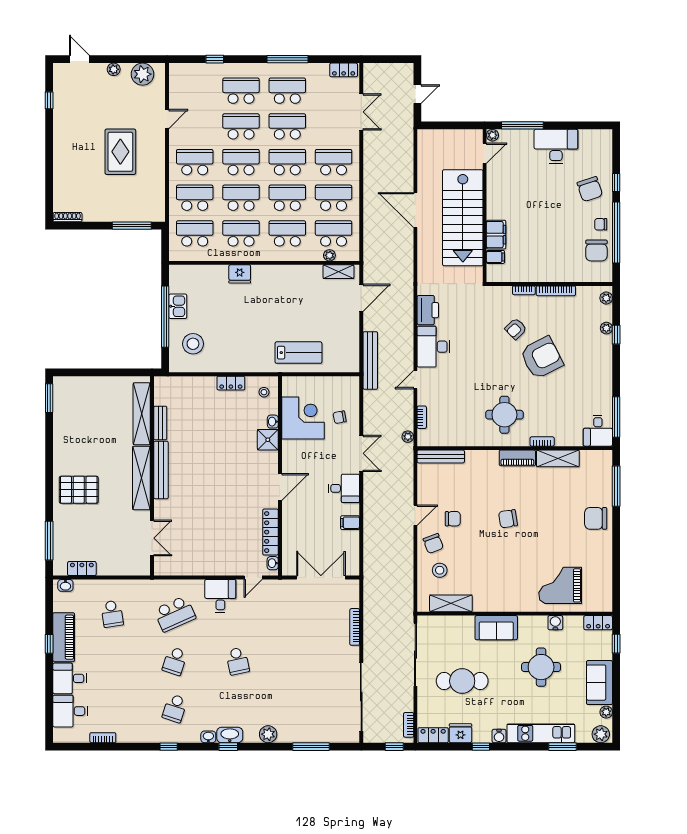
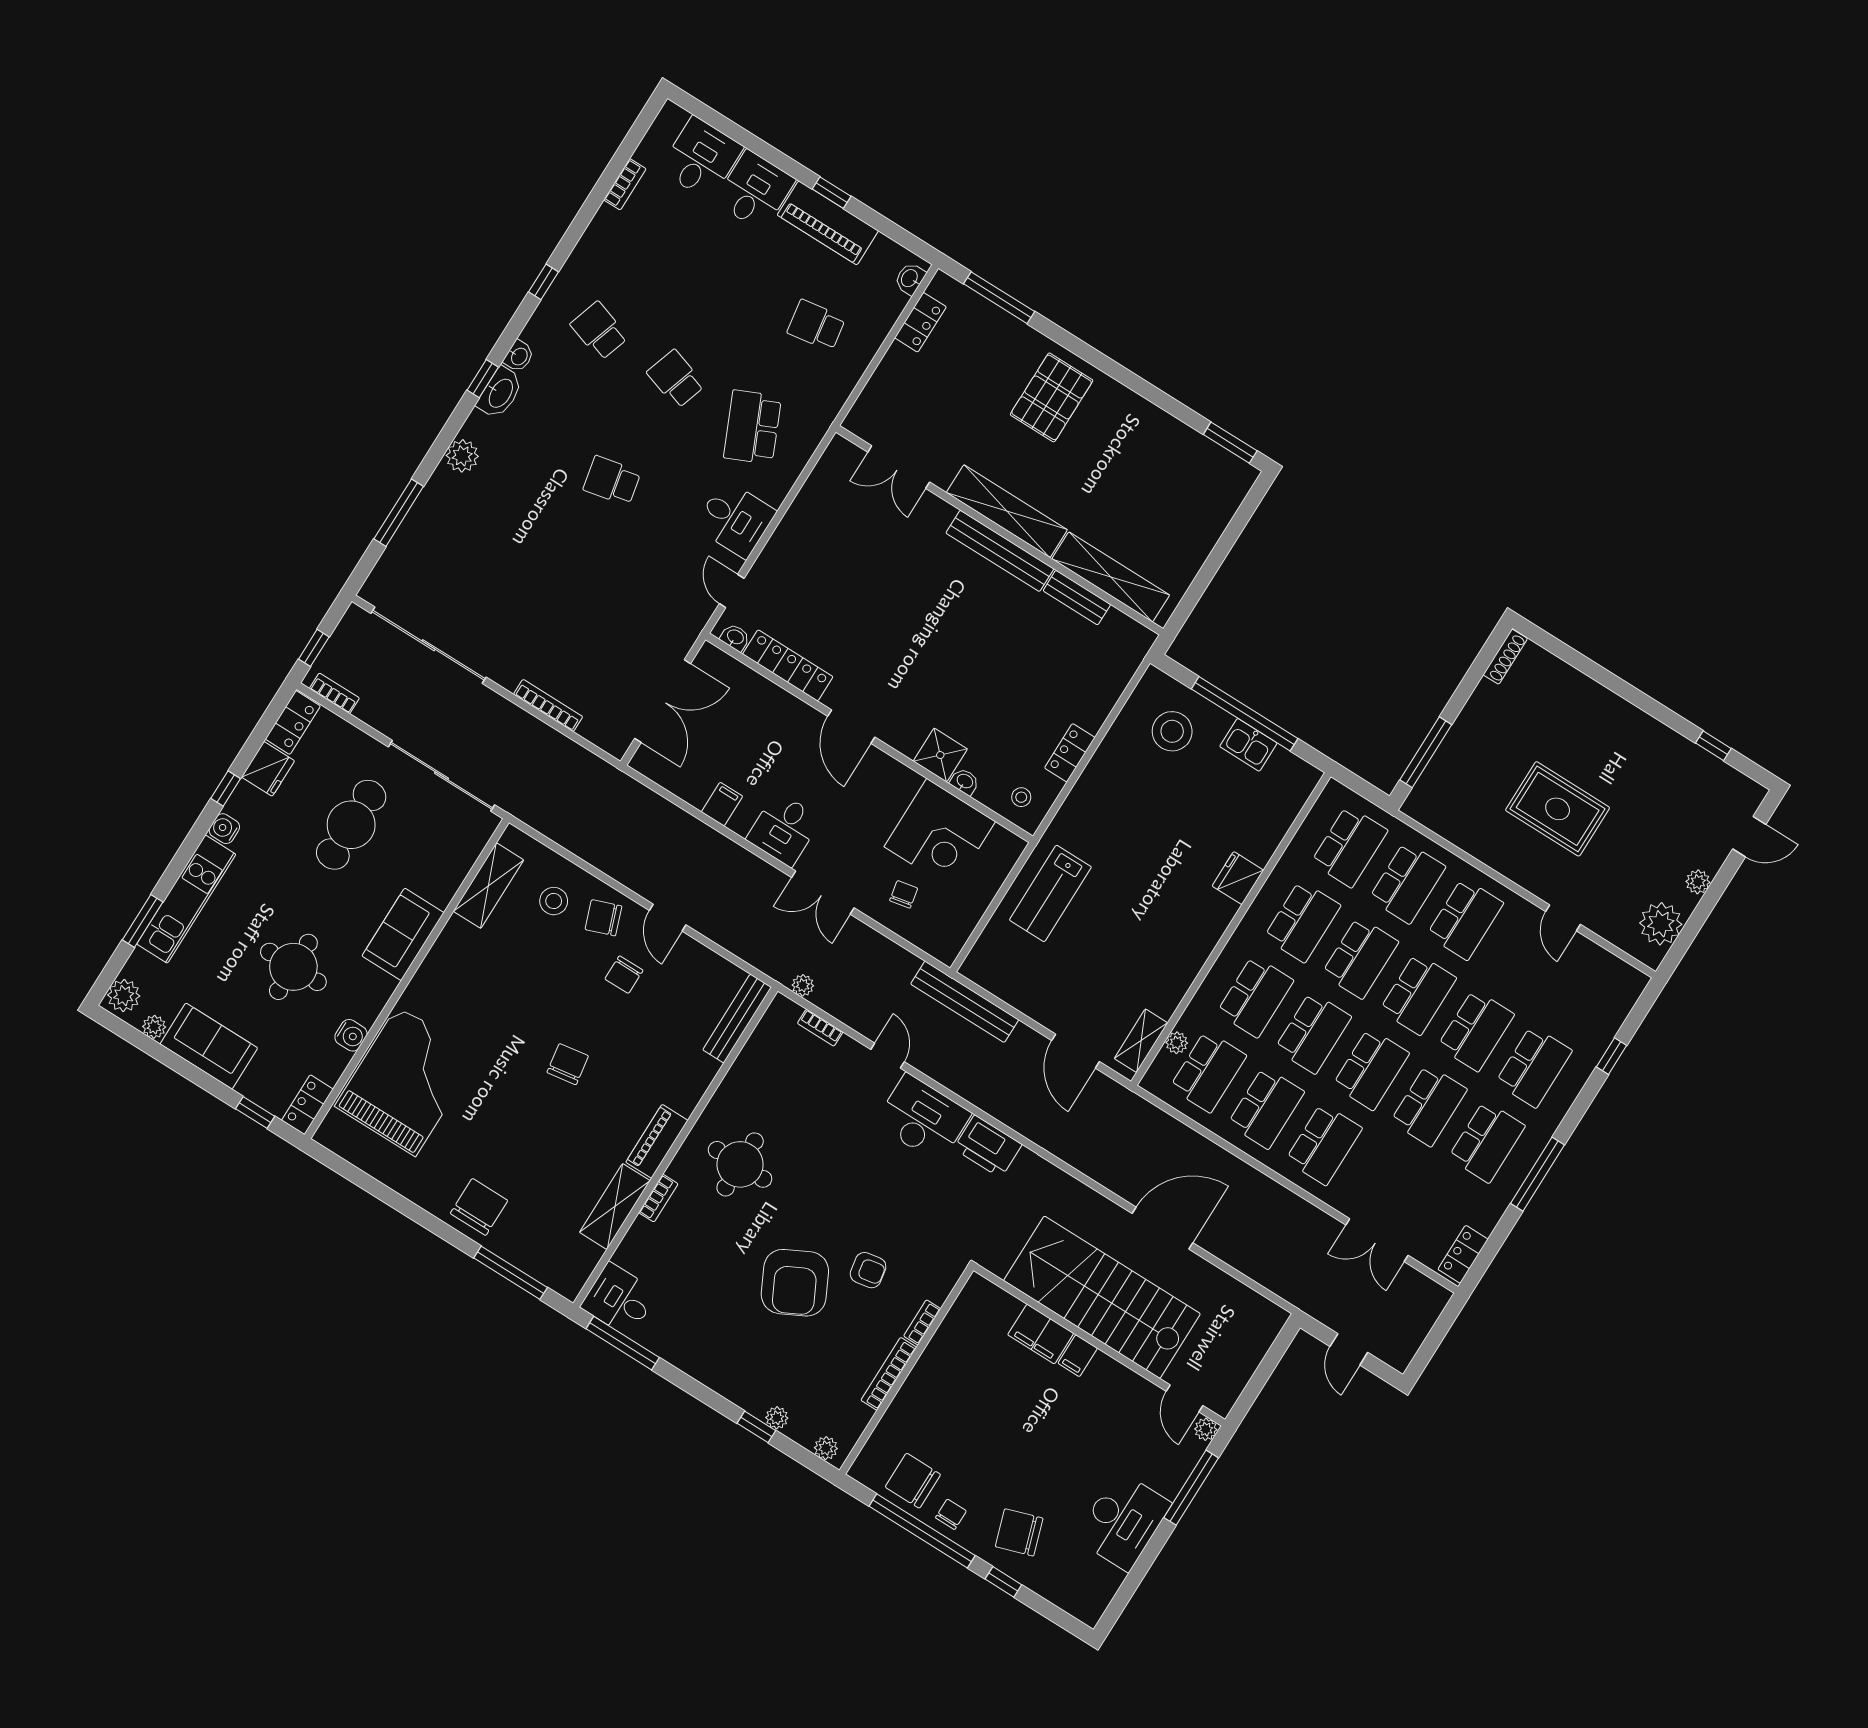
filing cabinet: (495, 257) -> (1078, 1356), moved
armchair: (516, 329) -> (868, 1270), turned 124
grand piano: (560, 585) -> (407, 1081), width x1.37, depth x1.48

